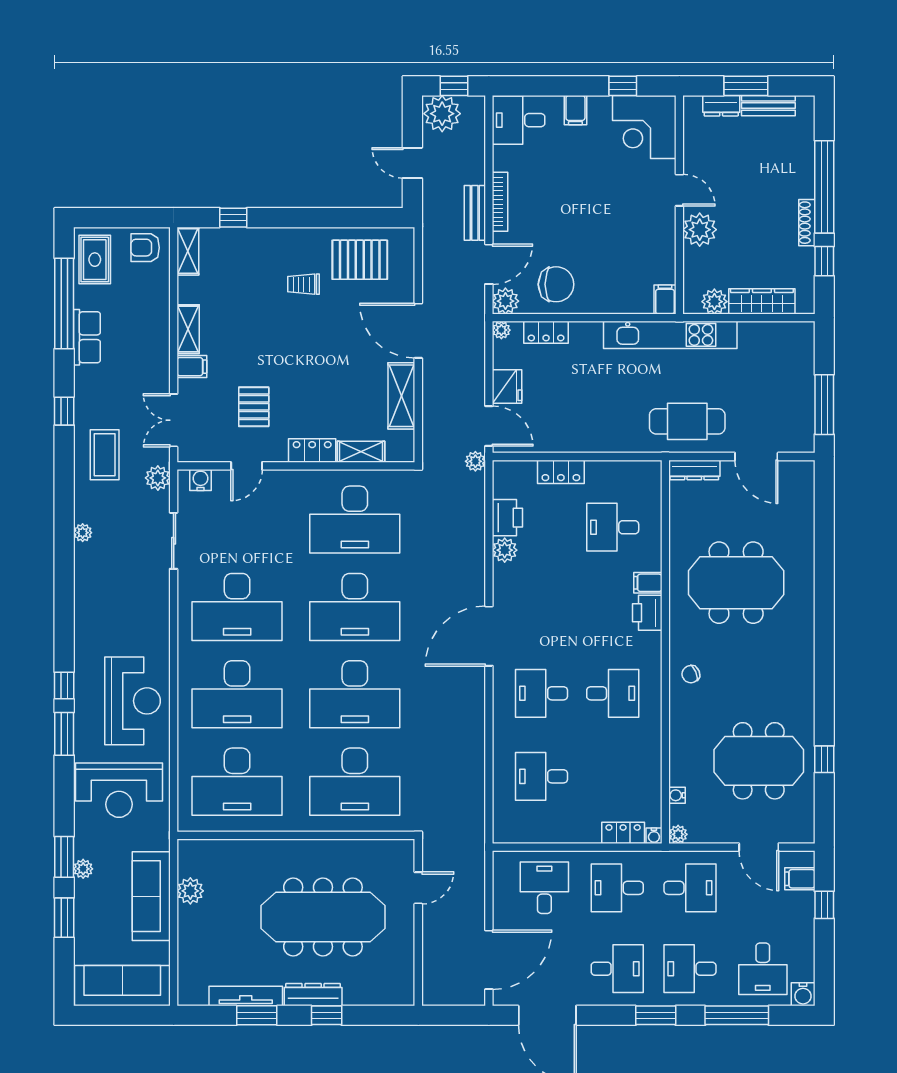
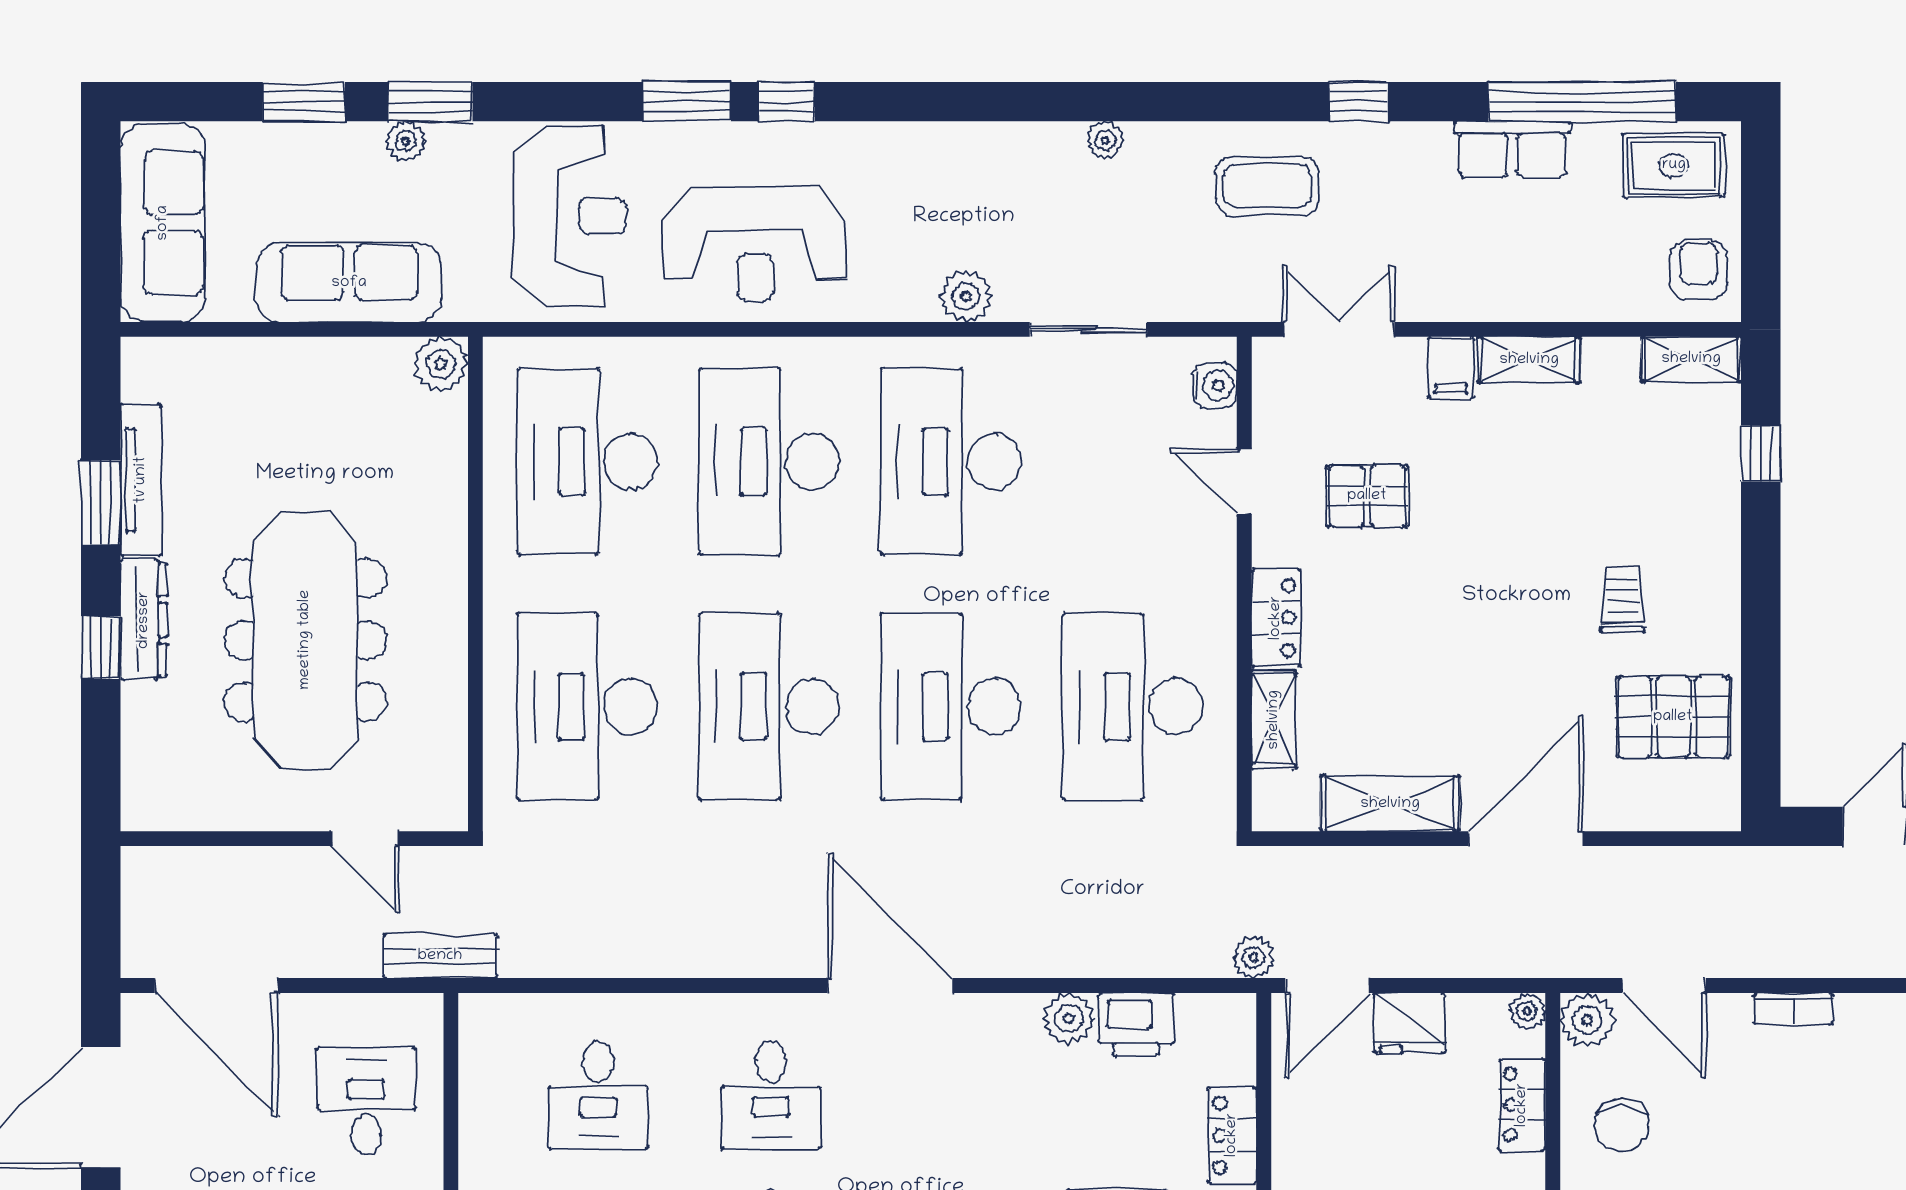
bookcase: (500, 202) -> (1794, 1009), width x0.64
bench: (475, 213) -> (440, 956), moved
pallet: (360, 260) -> (1673, 717), turned 90
chair: (556, 284) -> (1622, 1125), width x0.73, depth x0.73
plant: (158, 478) -> (966, 296), moved
desk: (542, 693) -> (771, 1095), turned 180
desk: (542, 776) -> (598, 1095), turned 180
reception desk: (119, 790) -> (569, 216), turned 180
desk: (544, 888) -> (366, 1101), turned -90
plant: (190, 891) -> (441, 364), moved

